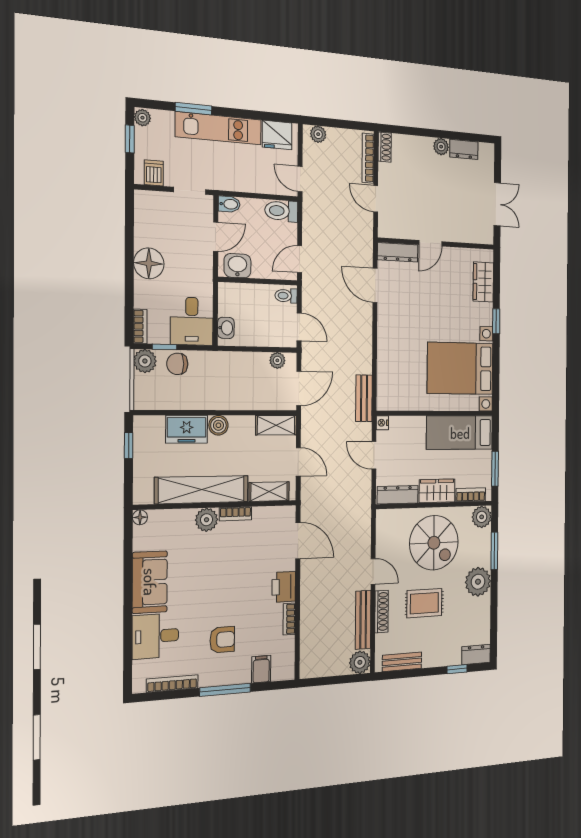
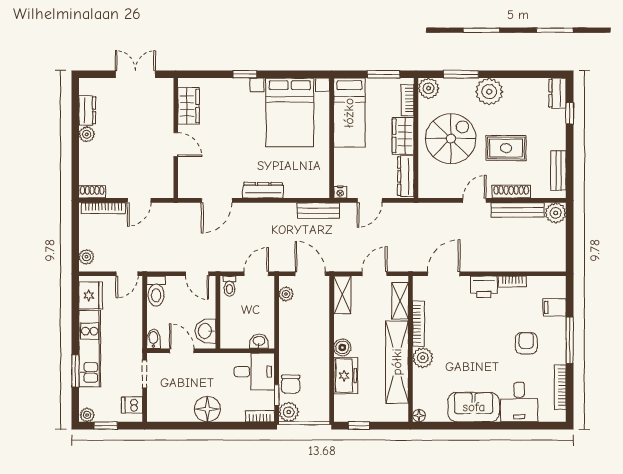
dresser: (398, 252) -> (263, 190), moved, turned -90
wardrobe: (483, 282) -> (189, 106), moved, turned -90
bookcase: (235, 514) -> (418, 324), width x1.56
rug: (424, 603) -> (506, 148), turned 90

